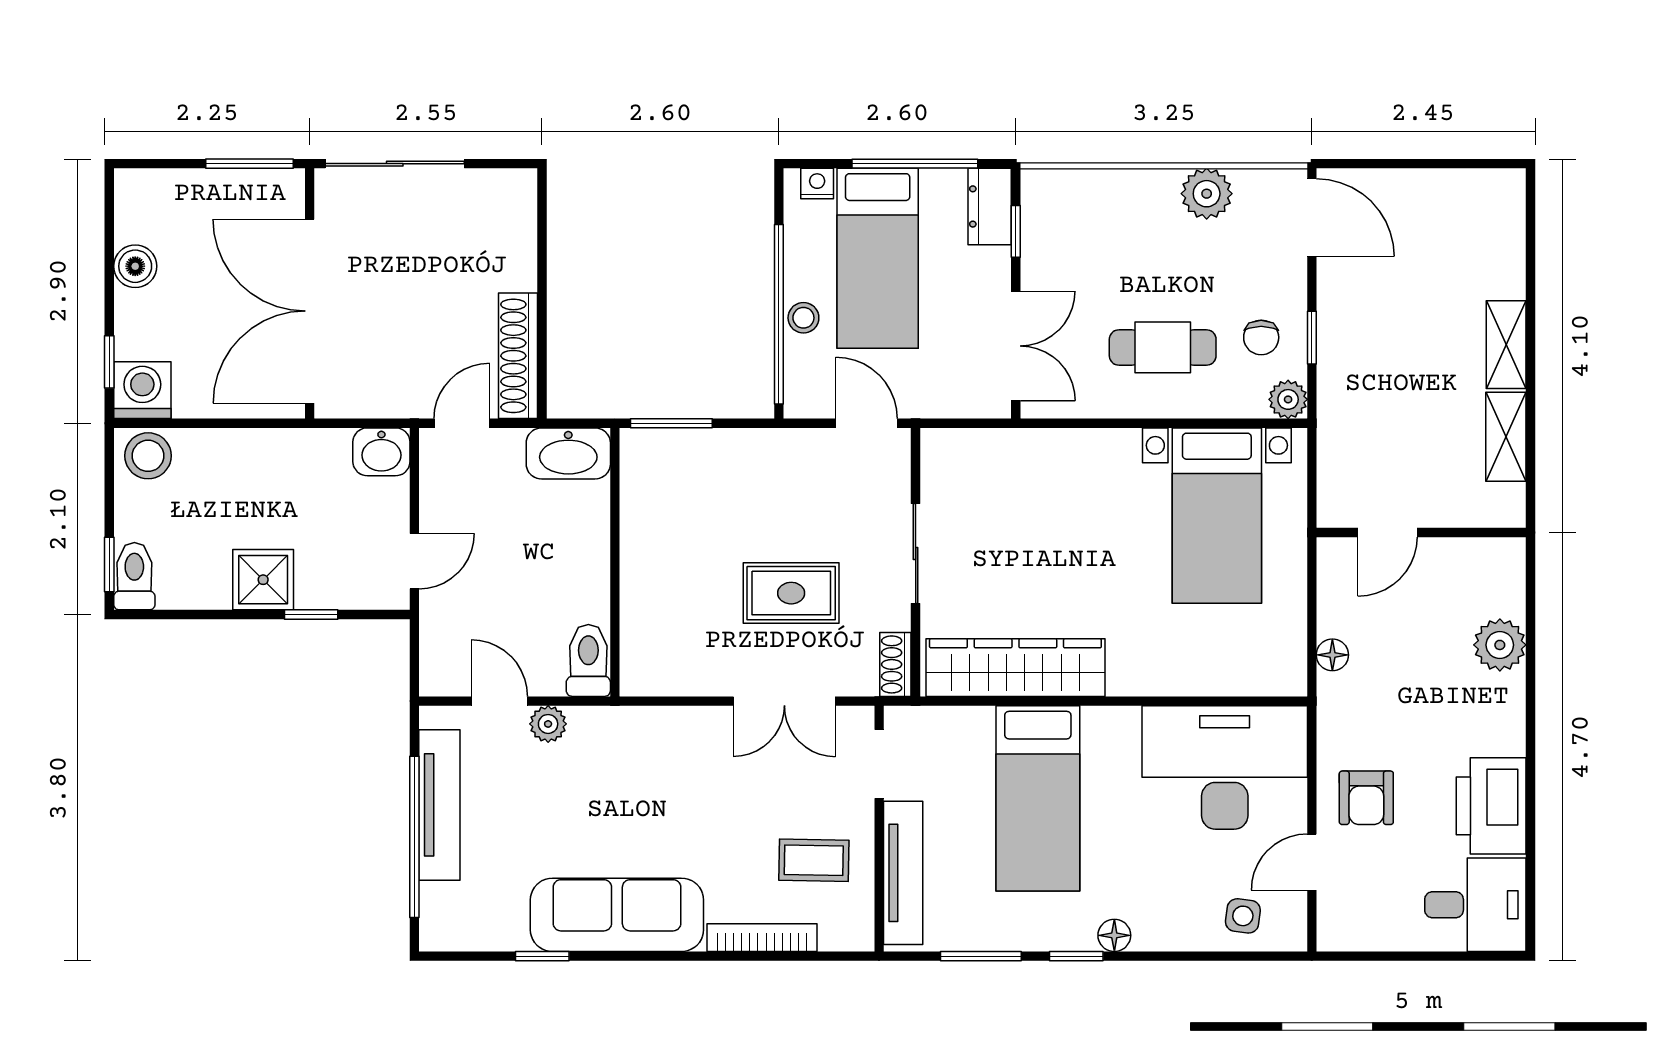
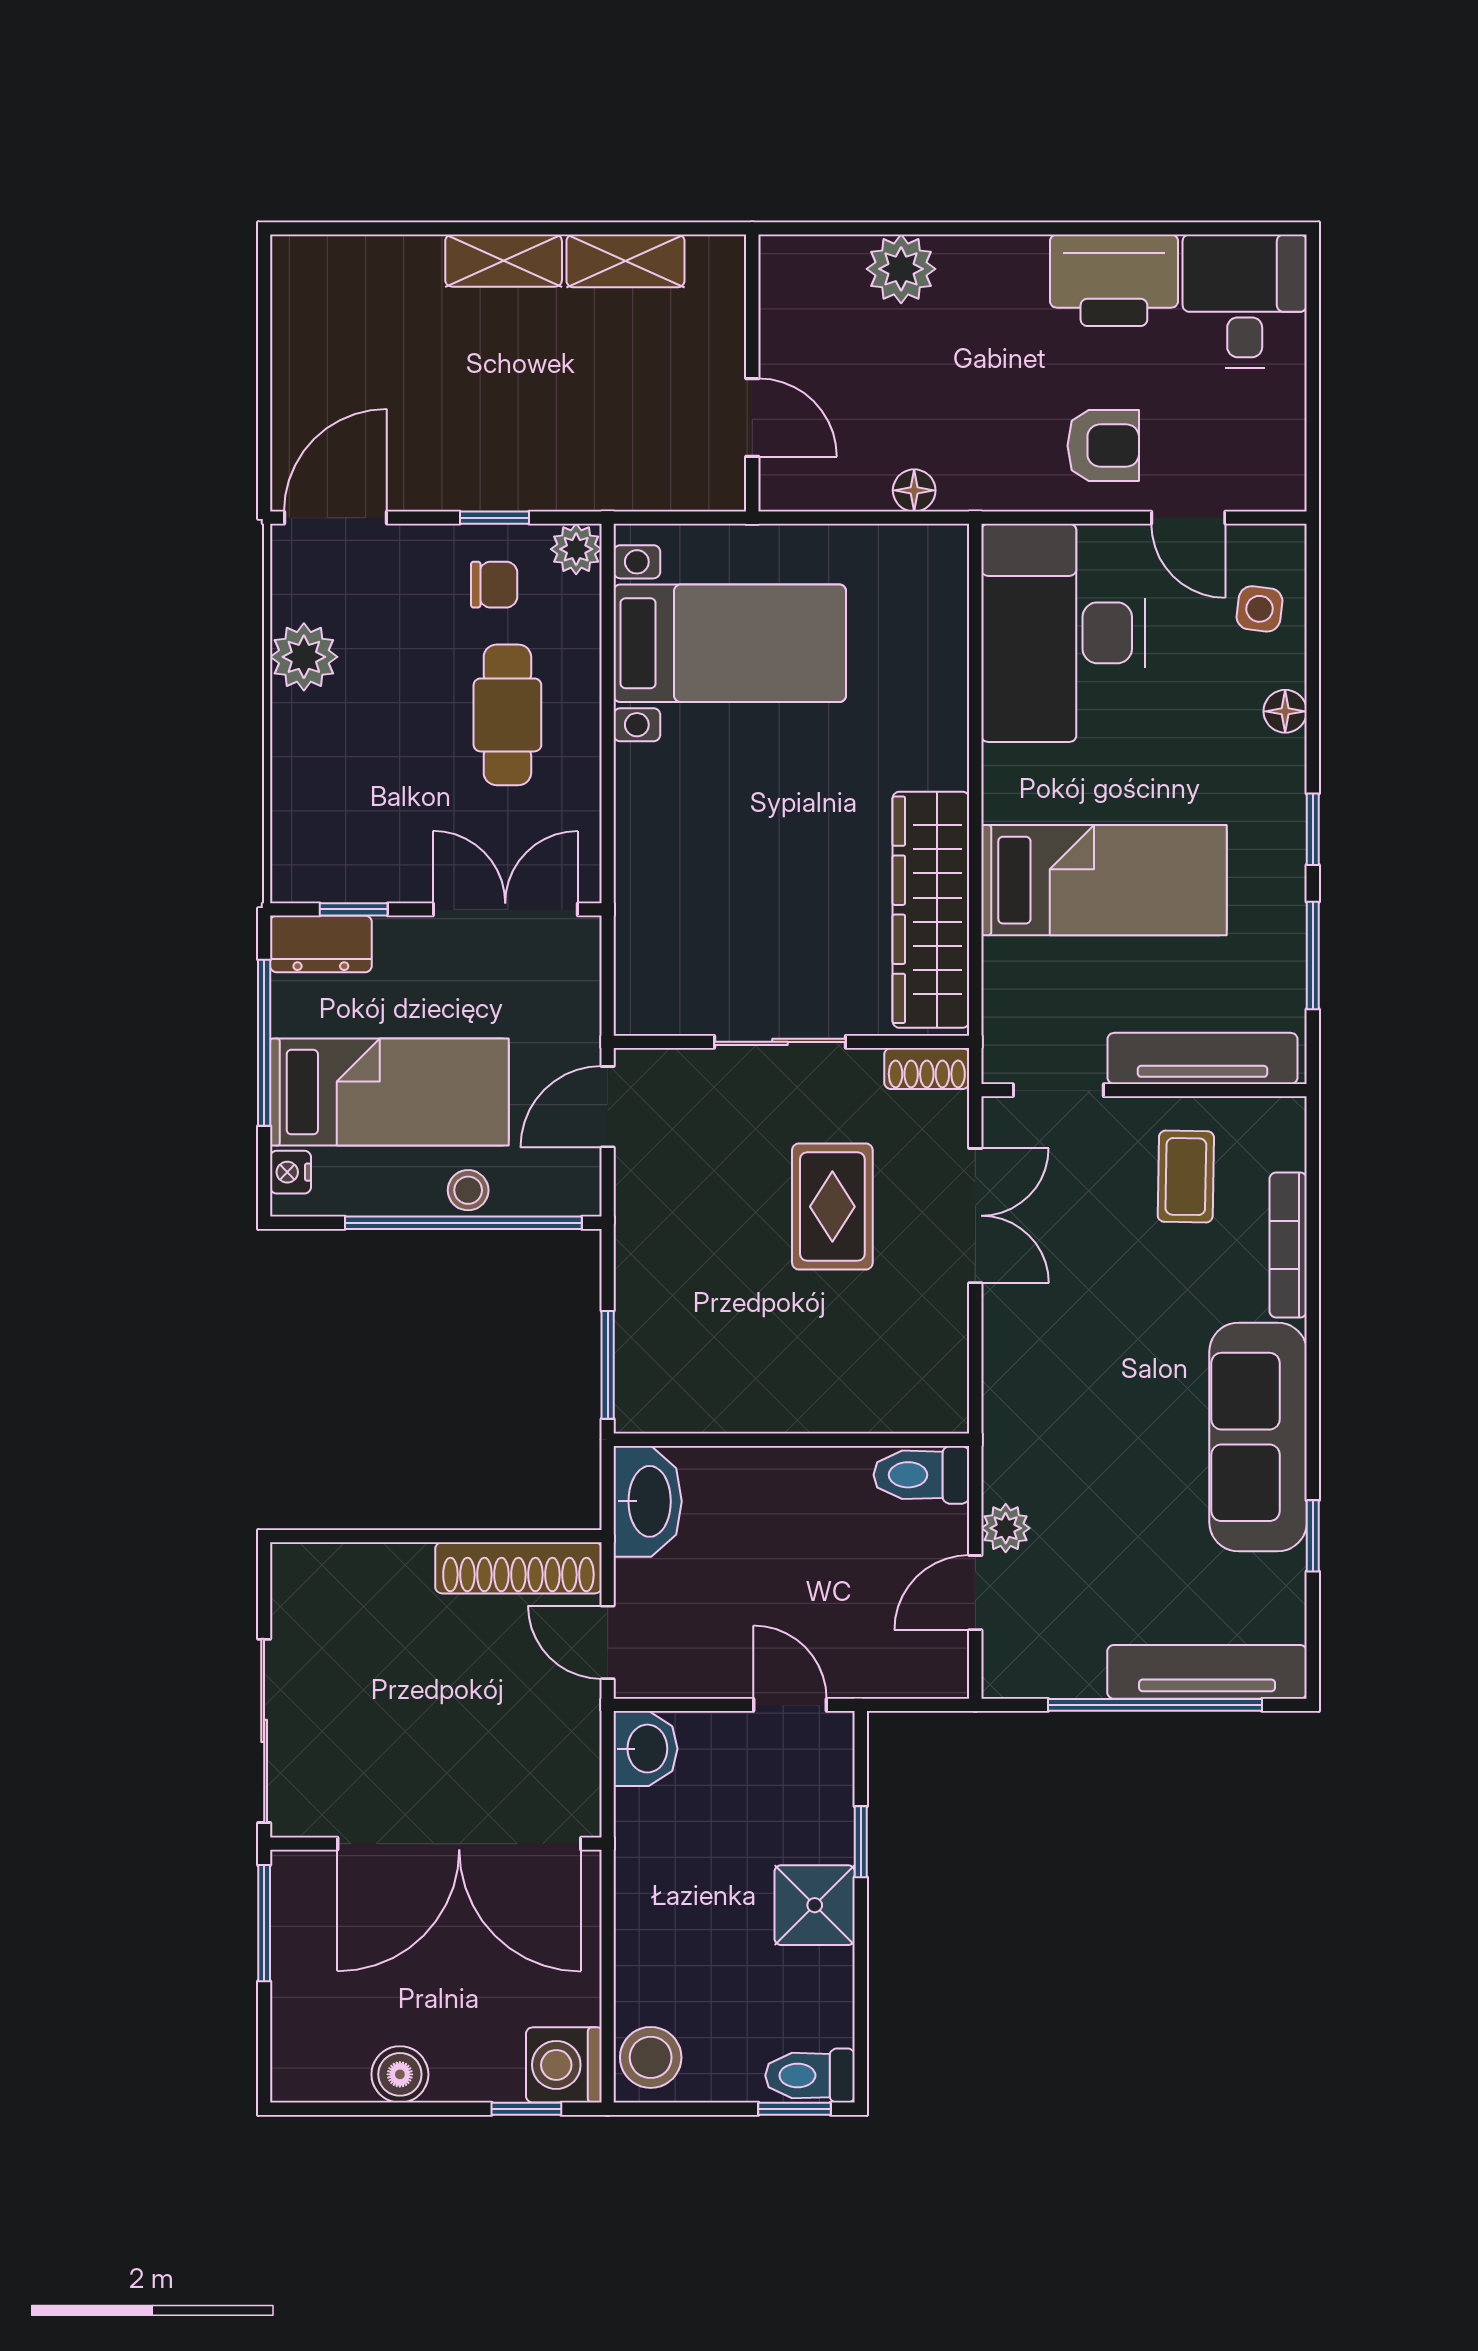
tv unit: (439, 805) -> (1207, 1672), moved
floor lamp: (1114, 935) -> (1285, 711), moved

